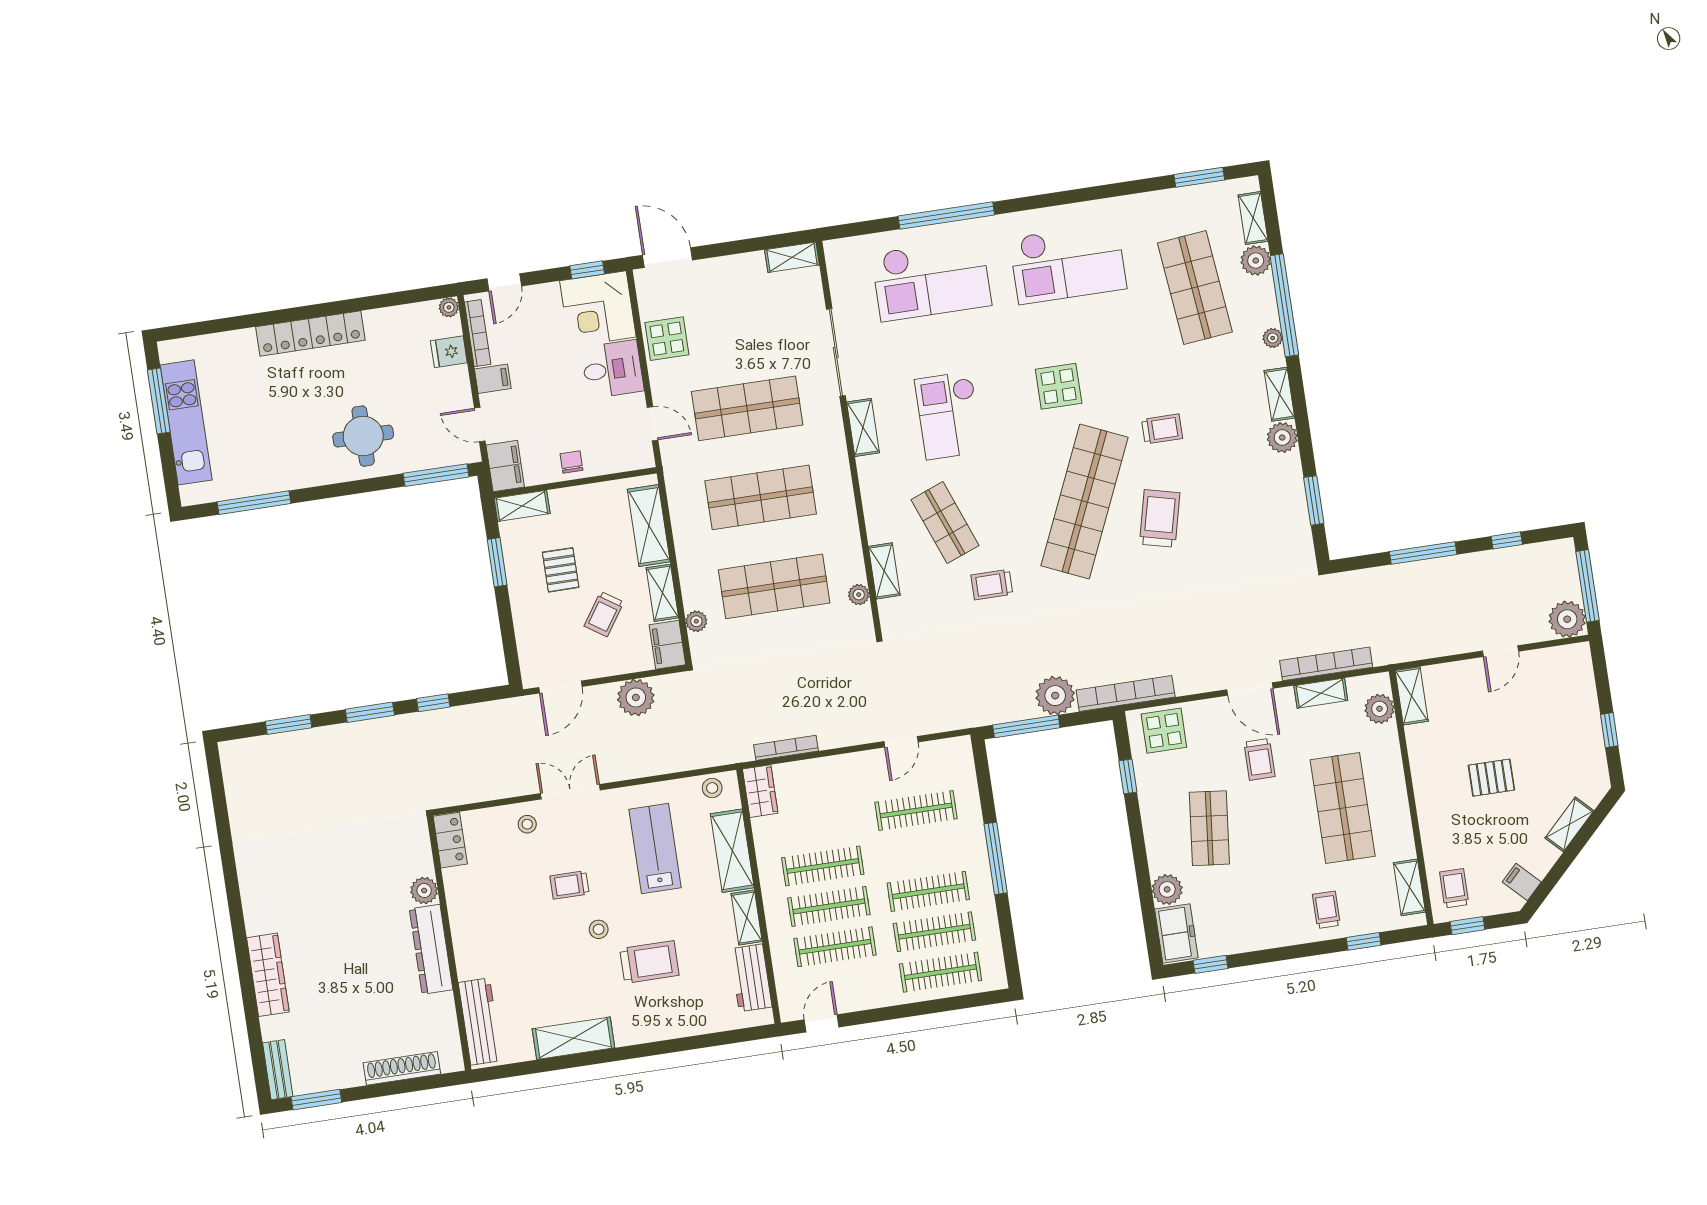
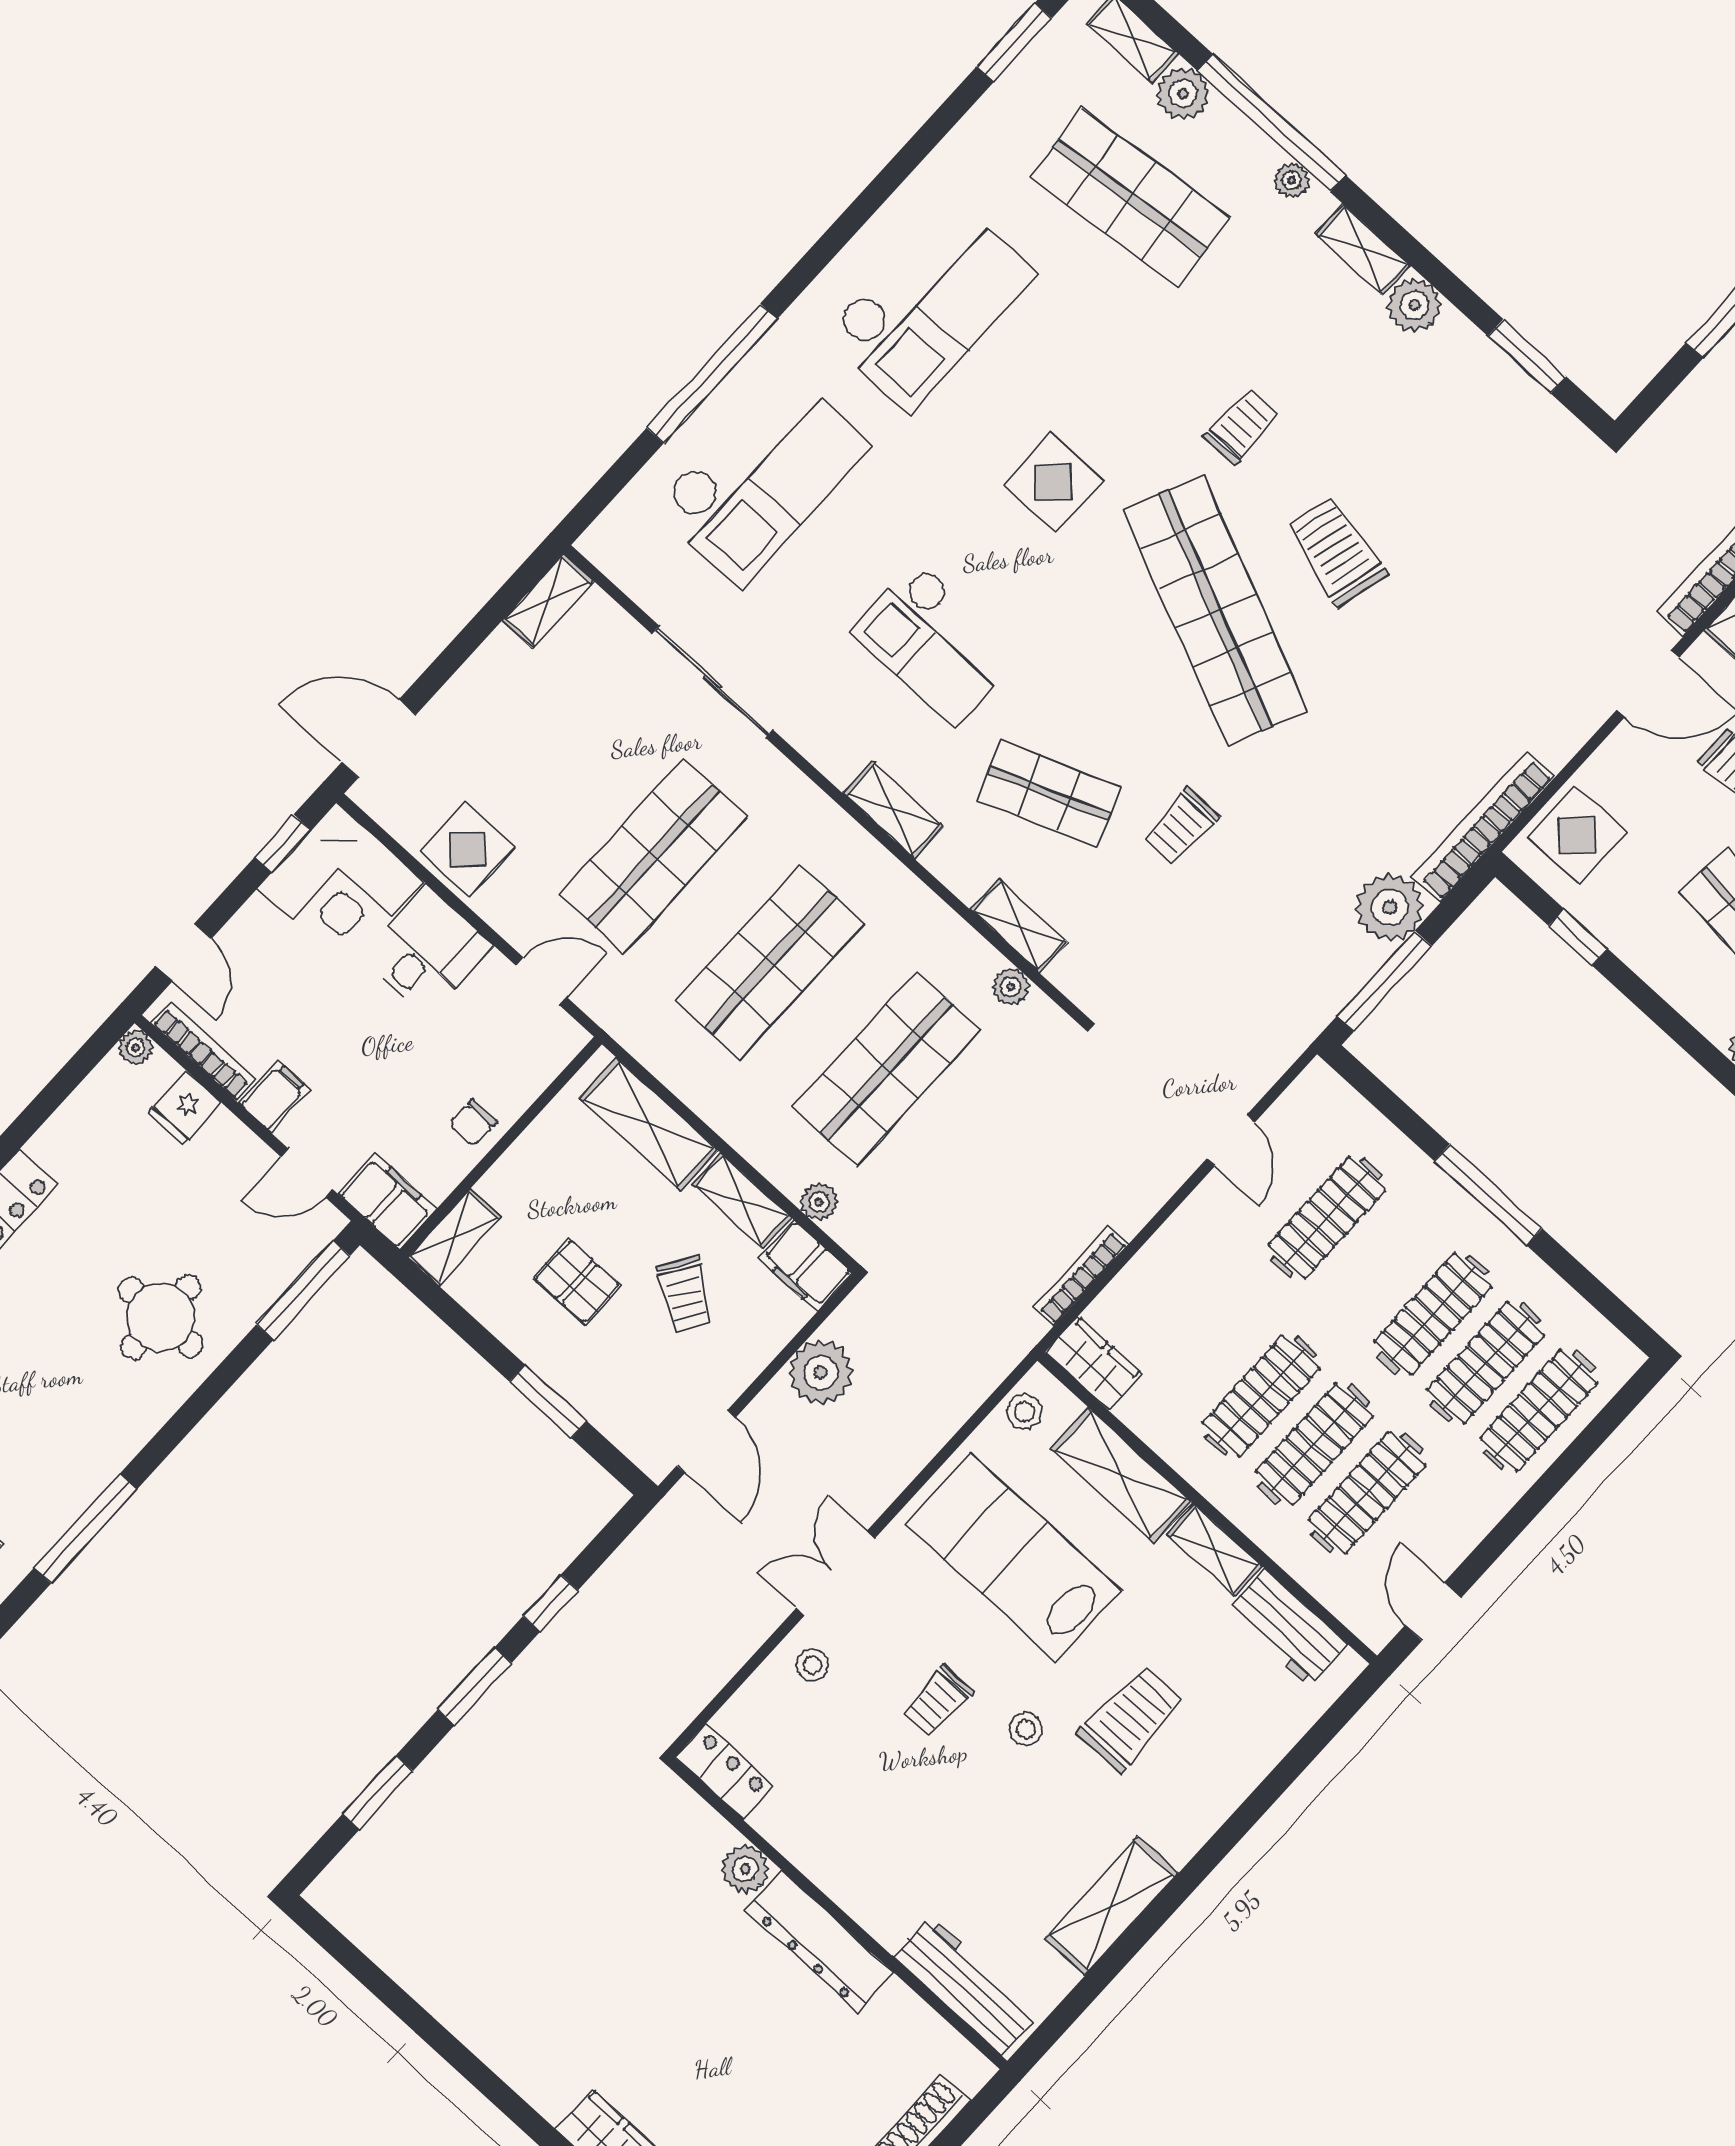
shelving: (863, 427) -> (893, 810), moved
chair: (571, 462) -> (473, 1123), turned -90
window: (497, 562) -> (548, 1401), moved
lab bench: (655, 848) -> (1013, 1557), width x1.36, depth x1.39

